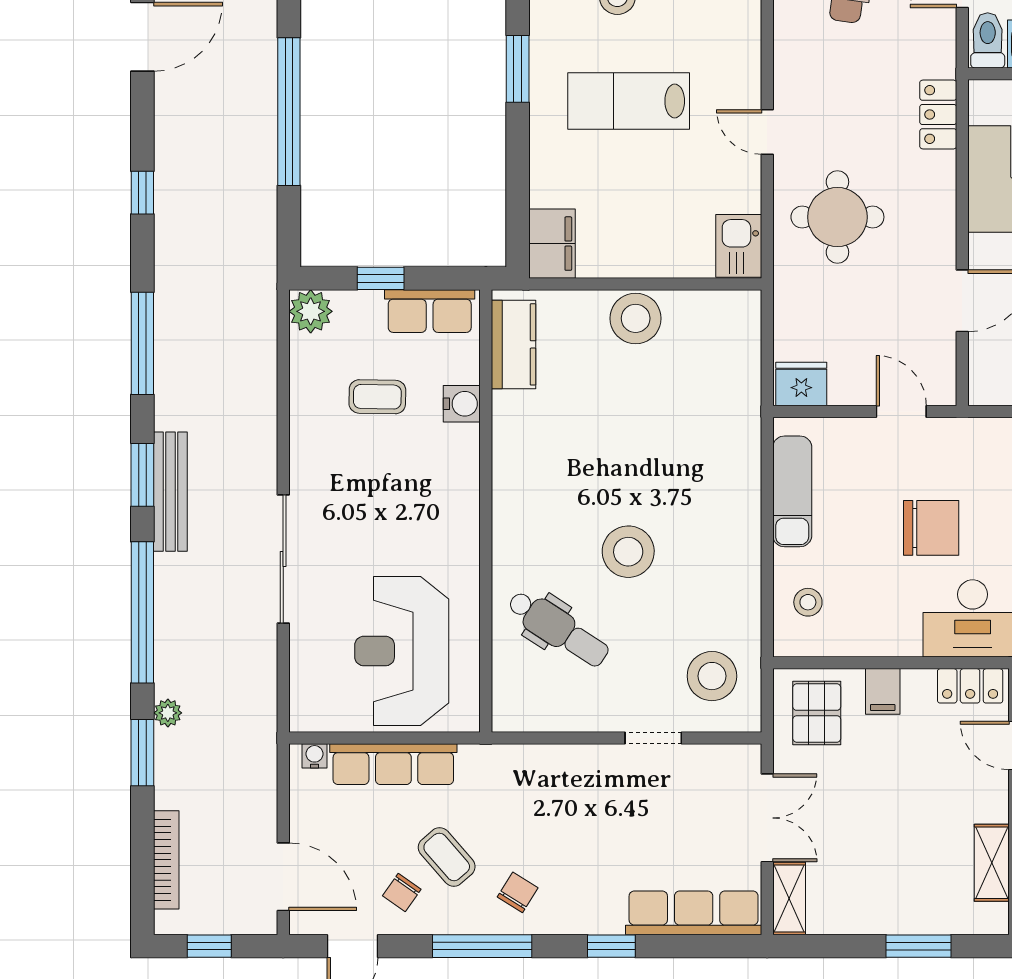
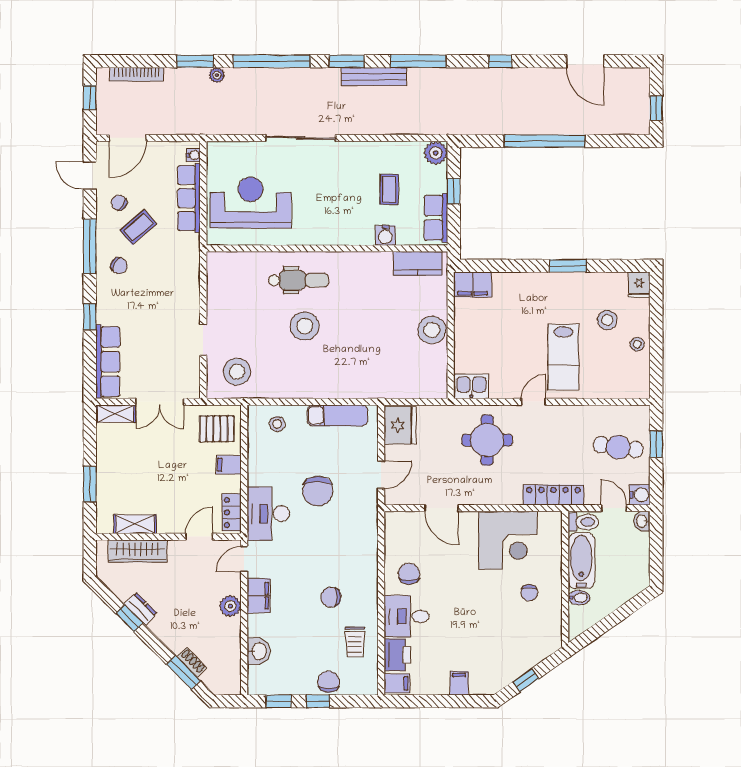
lab bench: (629, 101) -> (563, 357), moved, turned 180
locker: (938, 114) -> (553, 495), width x1.53
fridge: (801, 384) -> (400, 425), width x1.36, depth x1.34
bench: (170, 492) -> (374, 77), moved
dental chair: (558, 629) -> (299, 280), moved, turned -123

